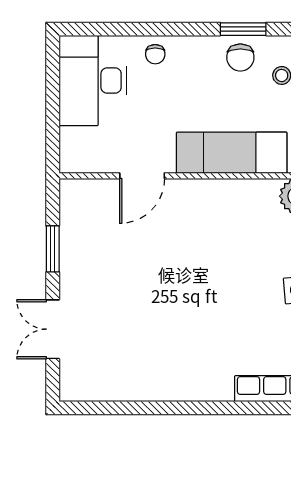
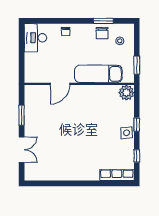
desk: (93, 81) -> (35, 38), width x0.73, depth x0.77
double door: (53, 329) -> (22, 150), swing flipped

